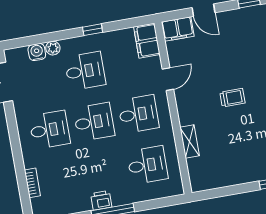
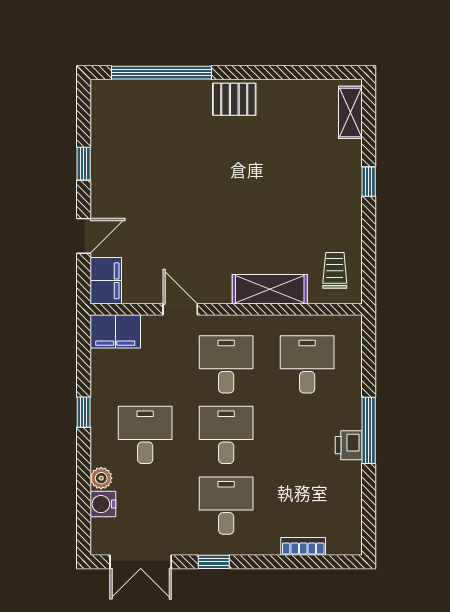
trolley: (232, 98) -> (335, 270), moved
window: (13, 128) -> (214, 562), added
shelving: (190, 141) -> (270, 289), width x1.50, depth x1.33

